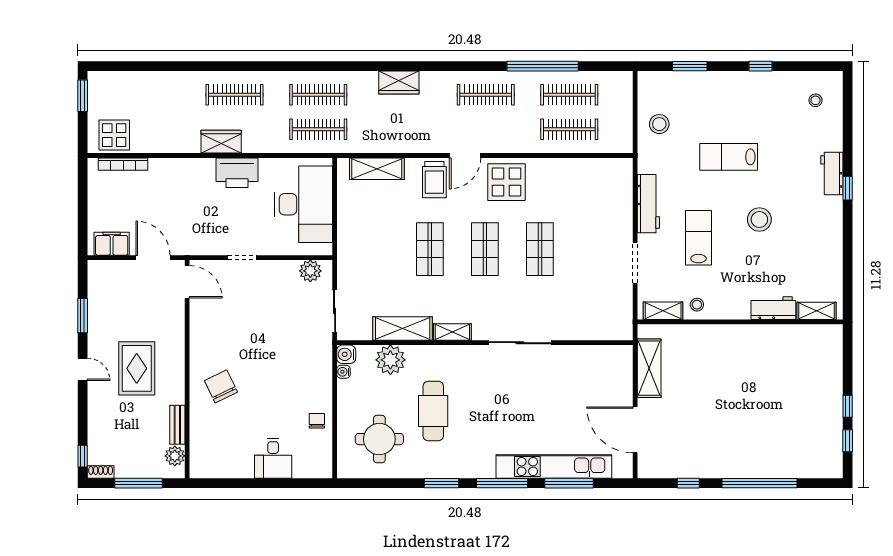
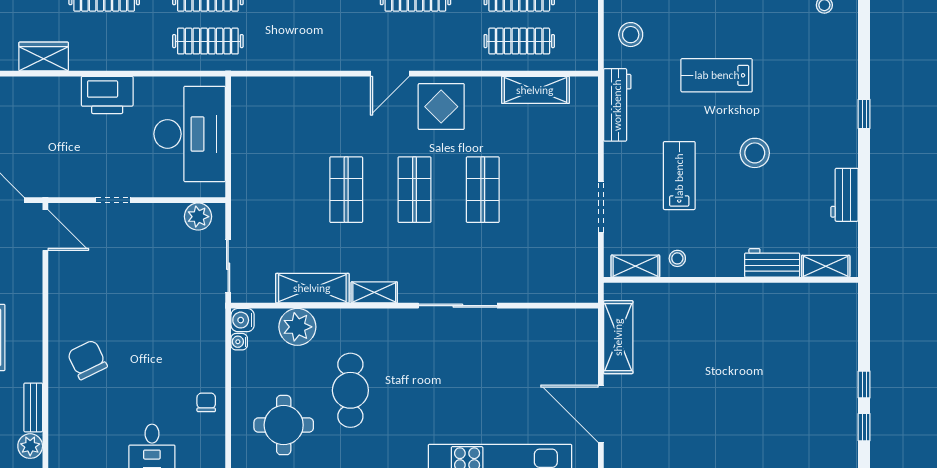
wardrobe: (221, 142) -> (44, 56), moved
shelving: (377, 169) -> (535, 90), moved
workbench: (832, 173) -> (845, 195), moved
trolley: (434, 180) -> (352, 103), removed
workbench: (648, 204) -> (617, 105), moved

